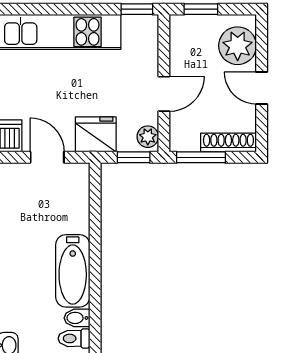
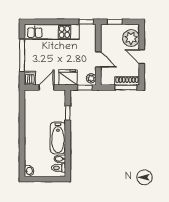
door: (164, 94) -> (98, 59), hinge flipped
door: (47, 157) -> (47, 88), hinge flipped
window: (201, 157) -> (126, 88), moved
window: (95, 215) -> (68, 113), added

